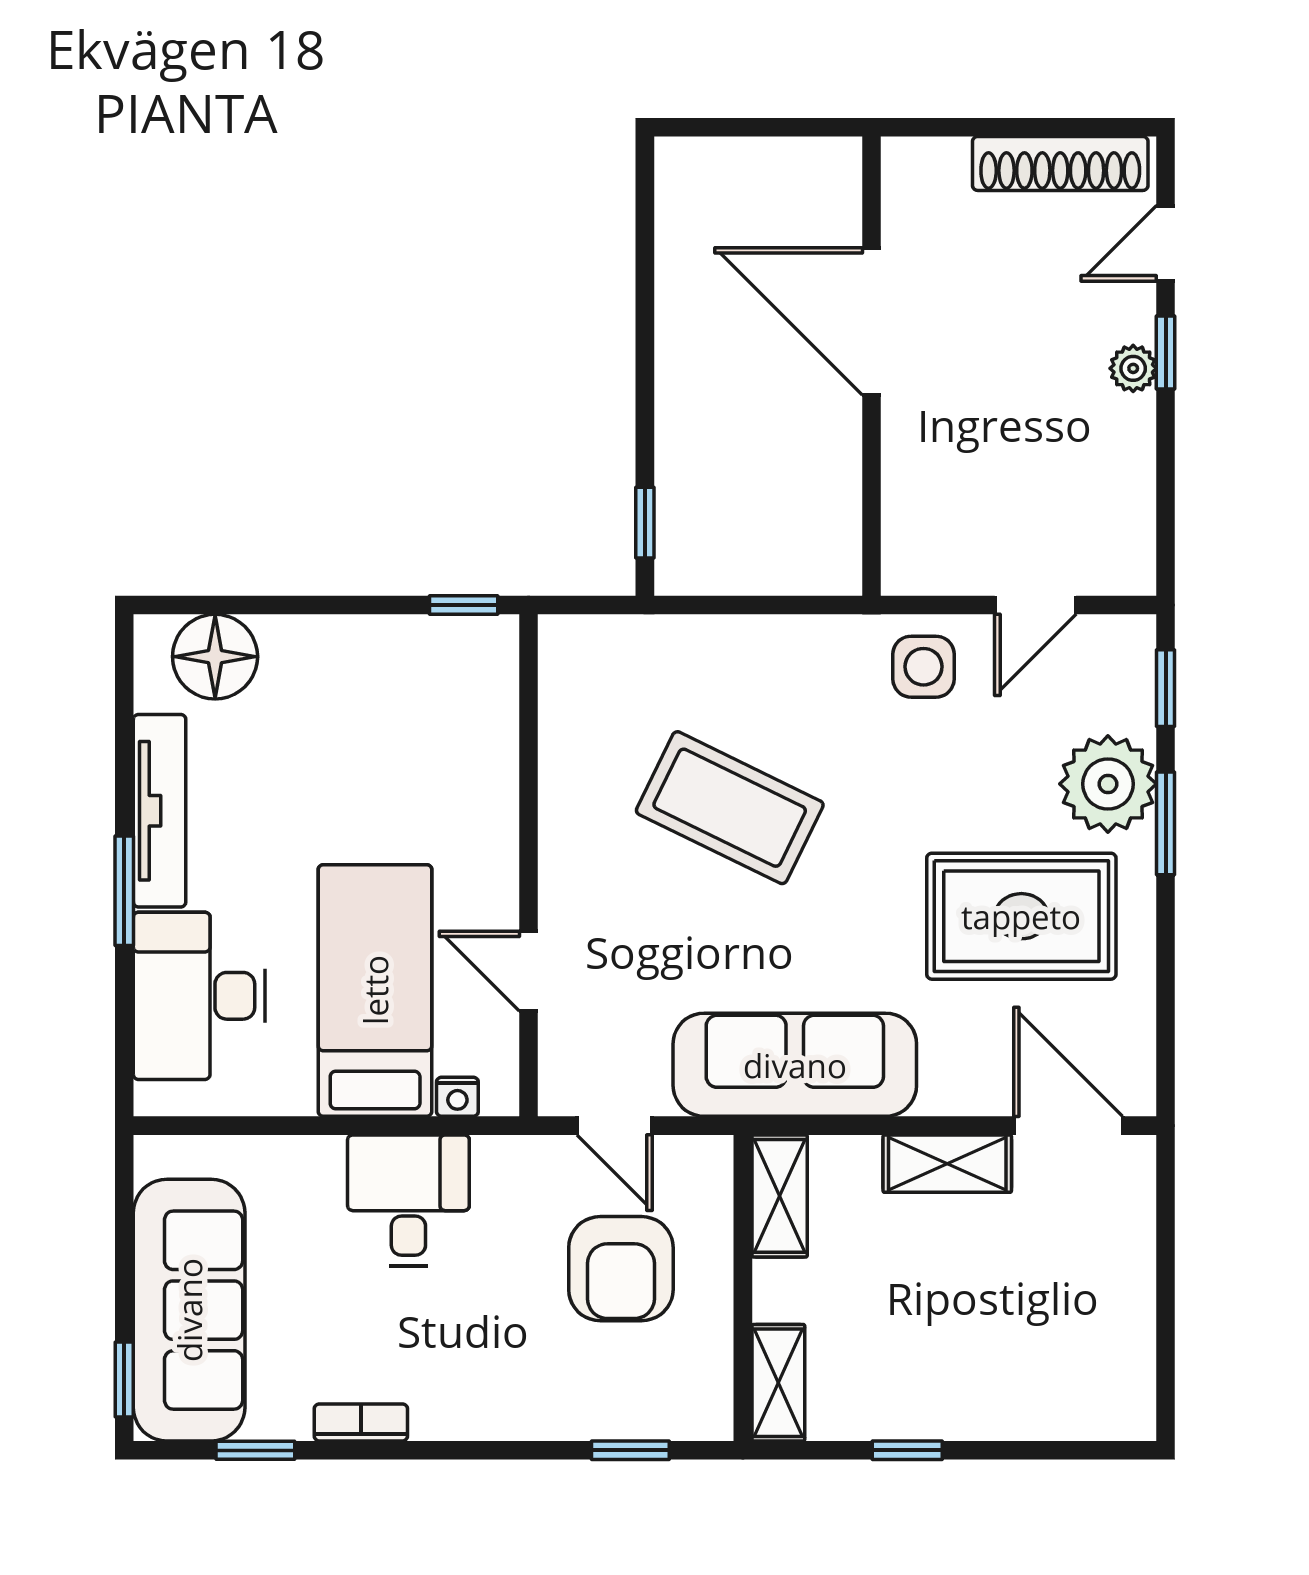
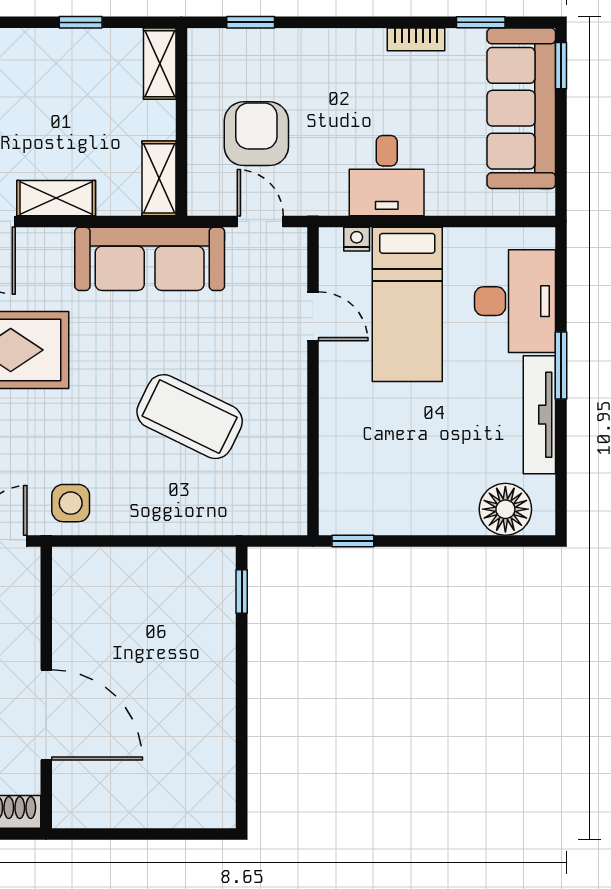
door: (872, 321) -> (46, 715), moved
wall: (872, 366) -> (46, 688), moved

